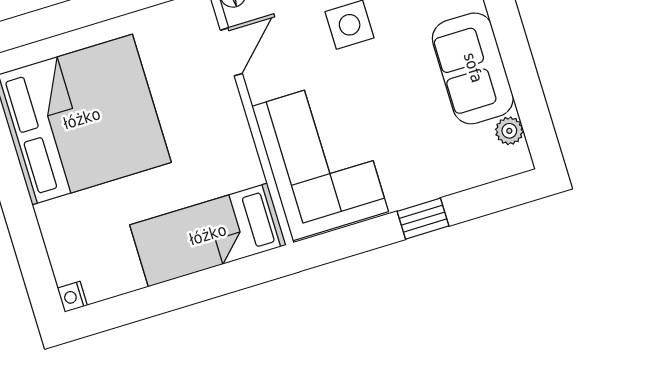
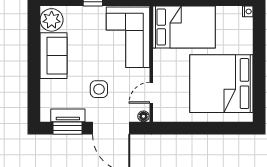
plant: (509, 131) -> (52, 20), width x1.88, depth x1.88
bed: (208, 235) -> (184, 27), width x1.50

